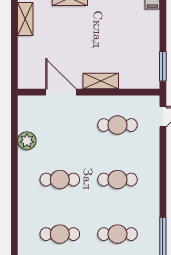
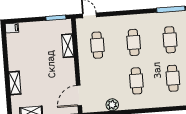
shelving: (101, 81) -> (68, 46), moved
door: (61, 92) -> (79, 95), moved

